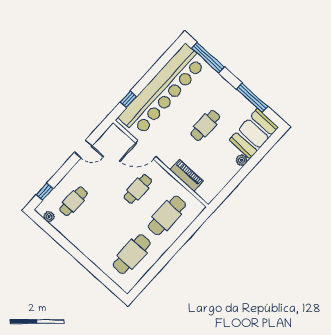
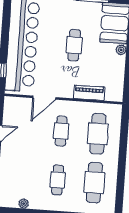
cafe table: (74, 201) -> (58, 180), moved
plant: (49, 217) -> (24, 204), moved

